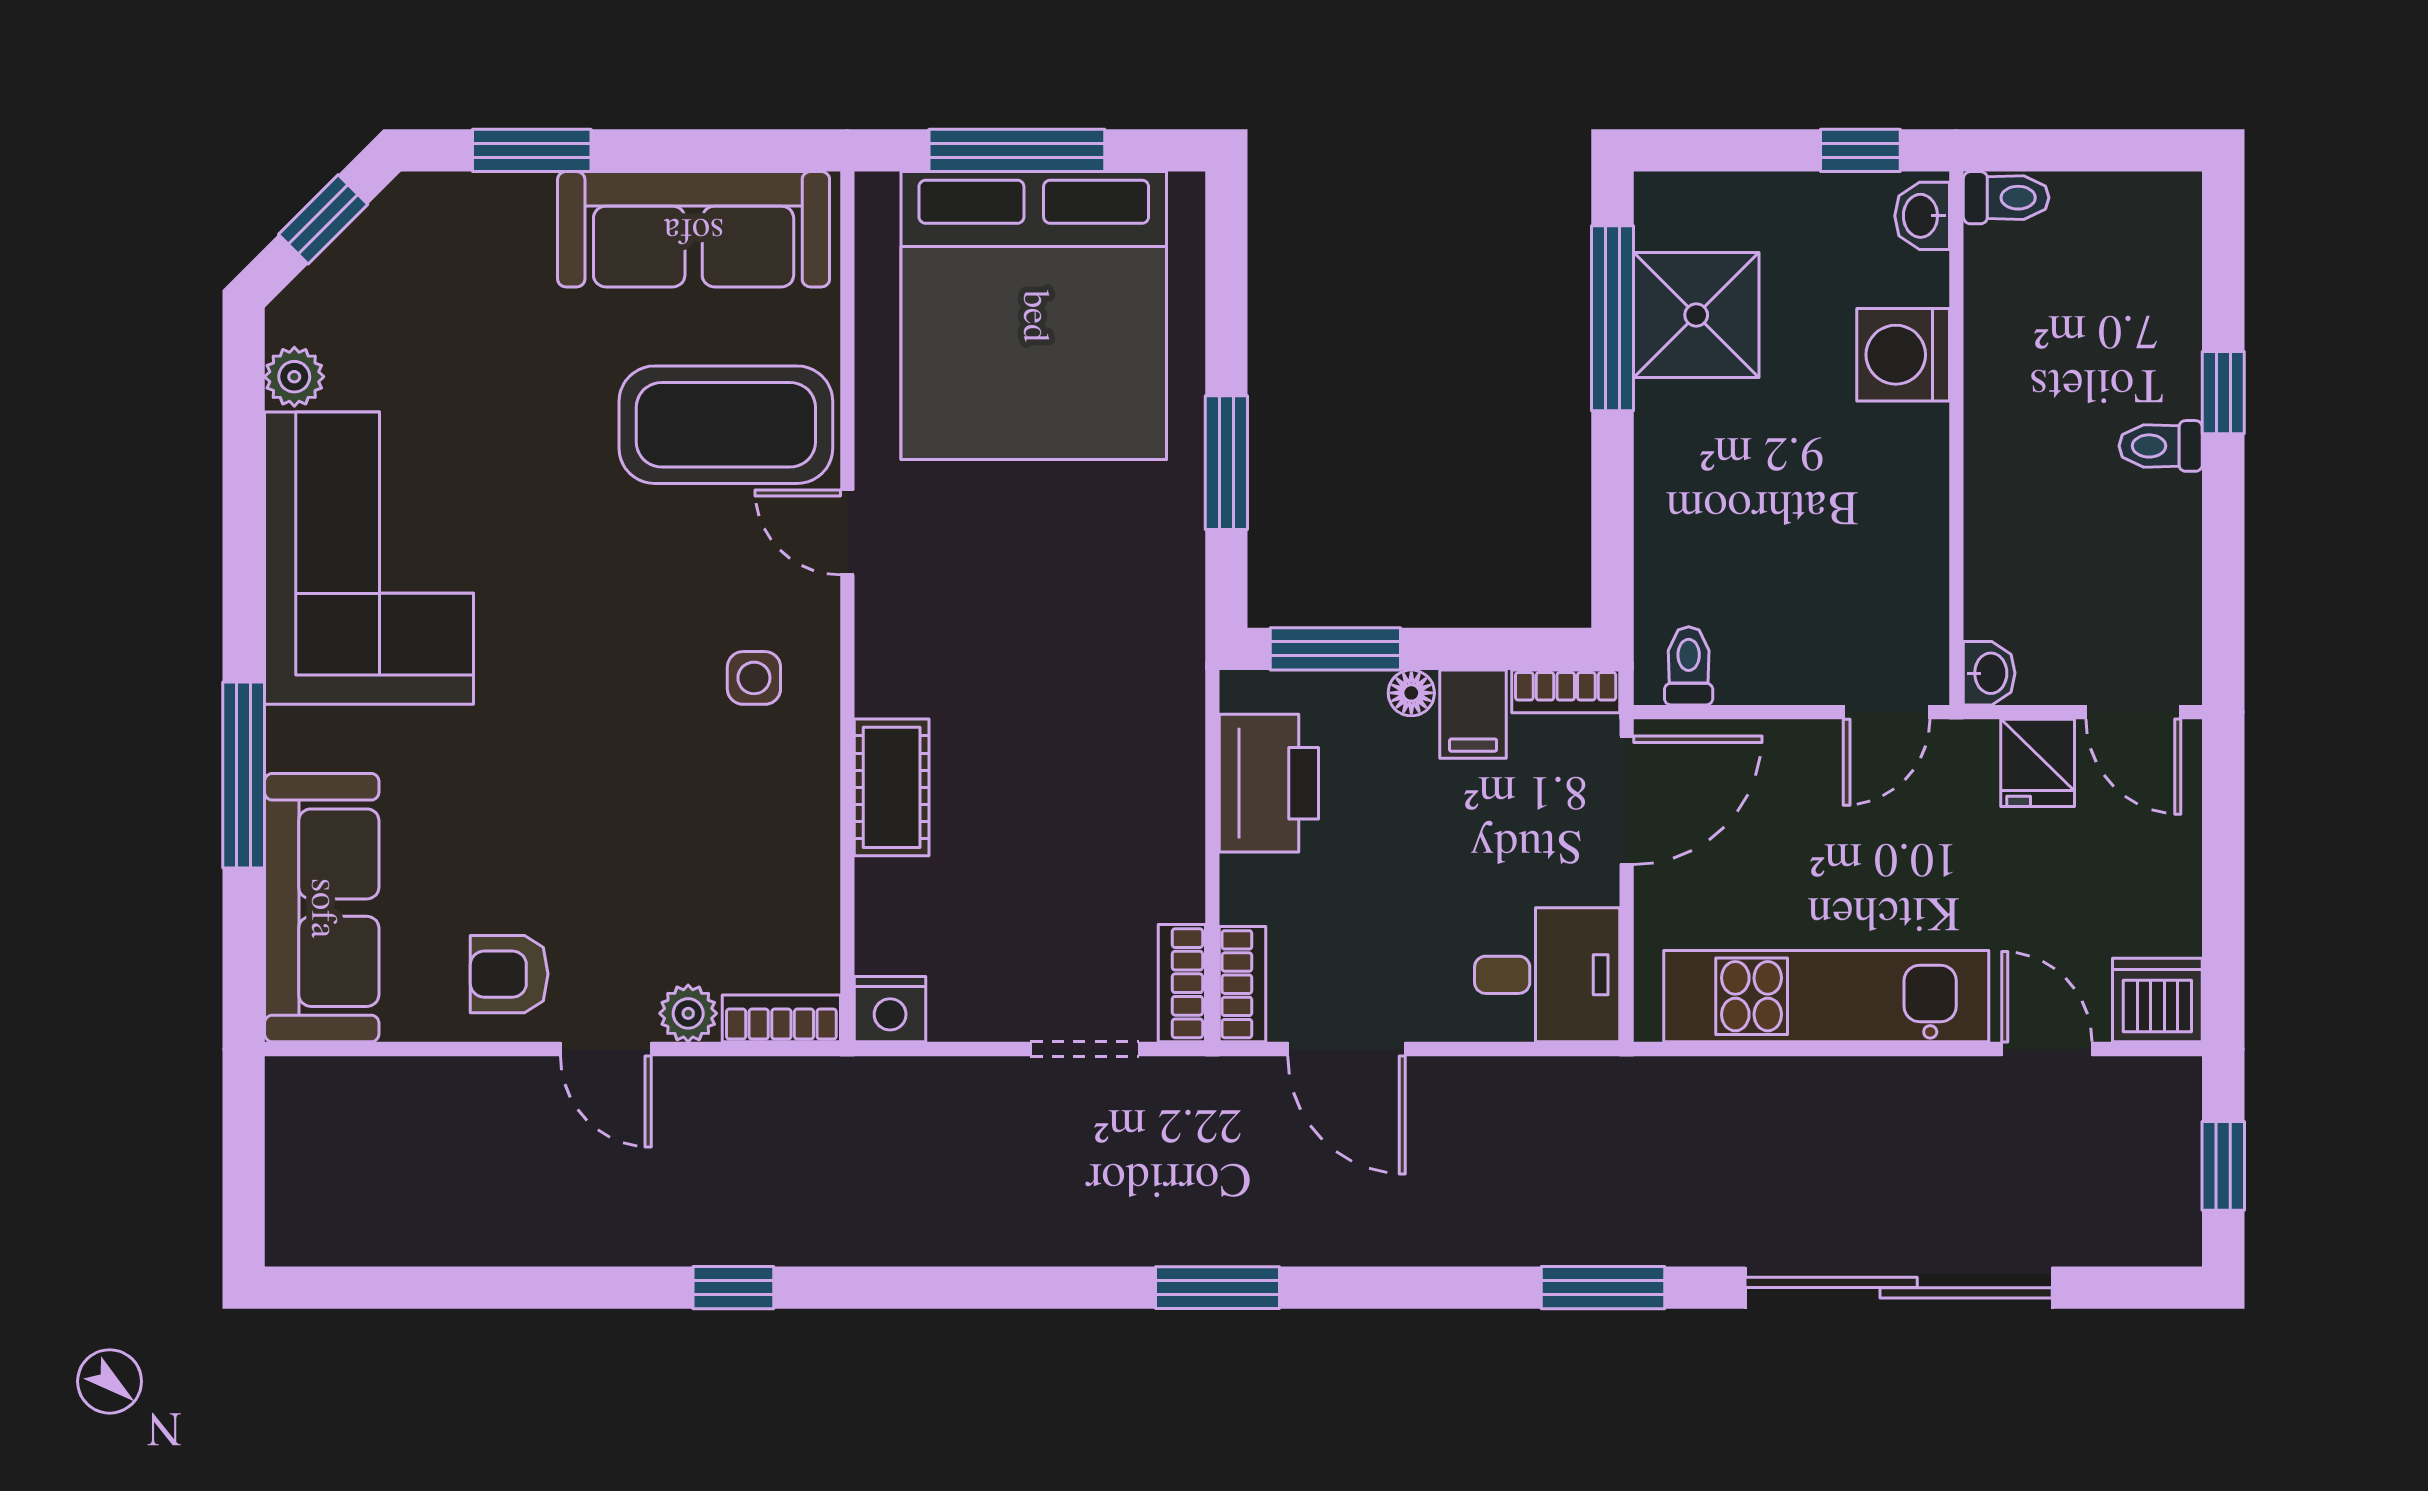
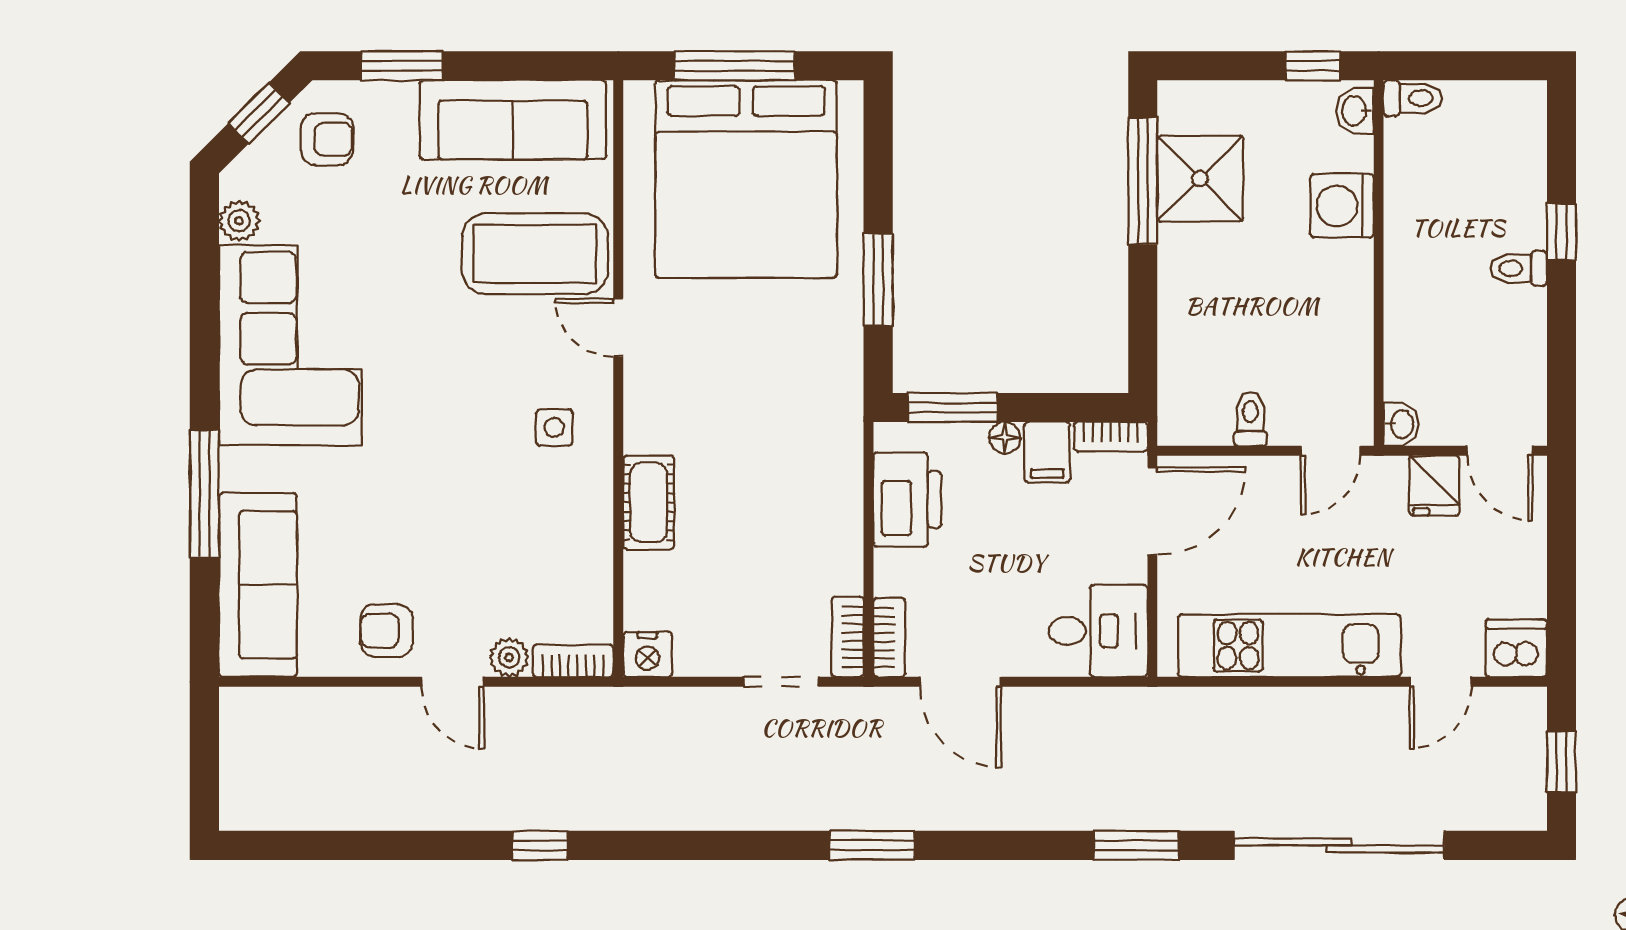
armchair: (422, 258) -> (327, 139), added
toilet: (1689, 666) -> (1250, 419), moved
door: (2047, 1049) -> (1441, 682), swing flipped

